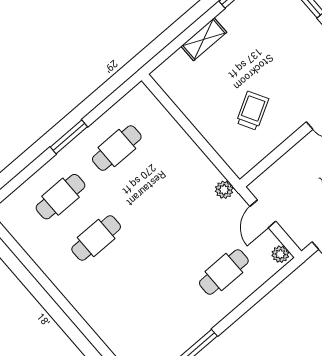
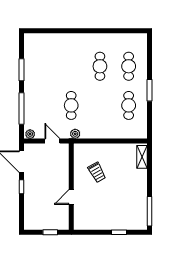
shelving: (204, 39) -> (142, 157), moved
cafe table: (224, 272) -> (71, 105), moved
window: (254, 298) -> (22, 108), added

